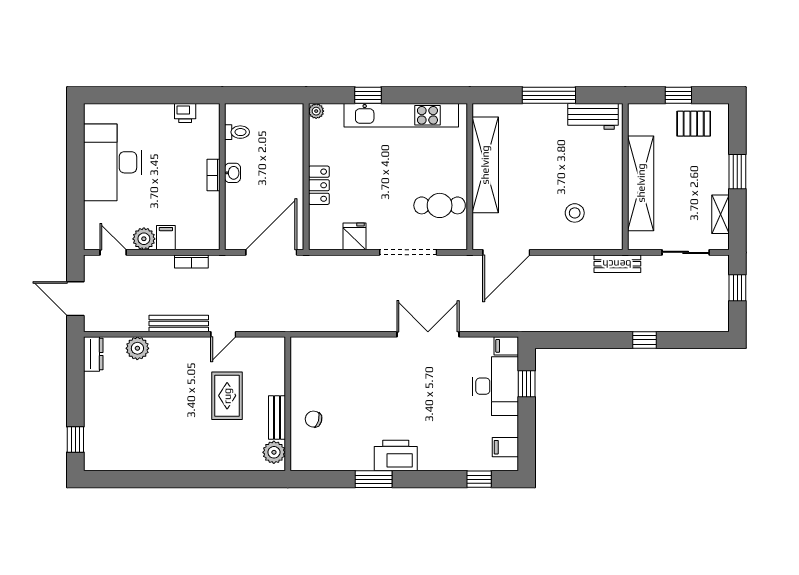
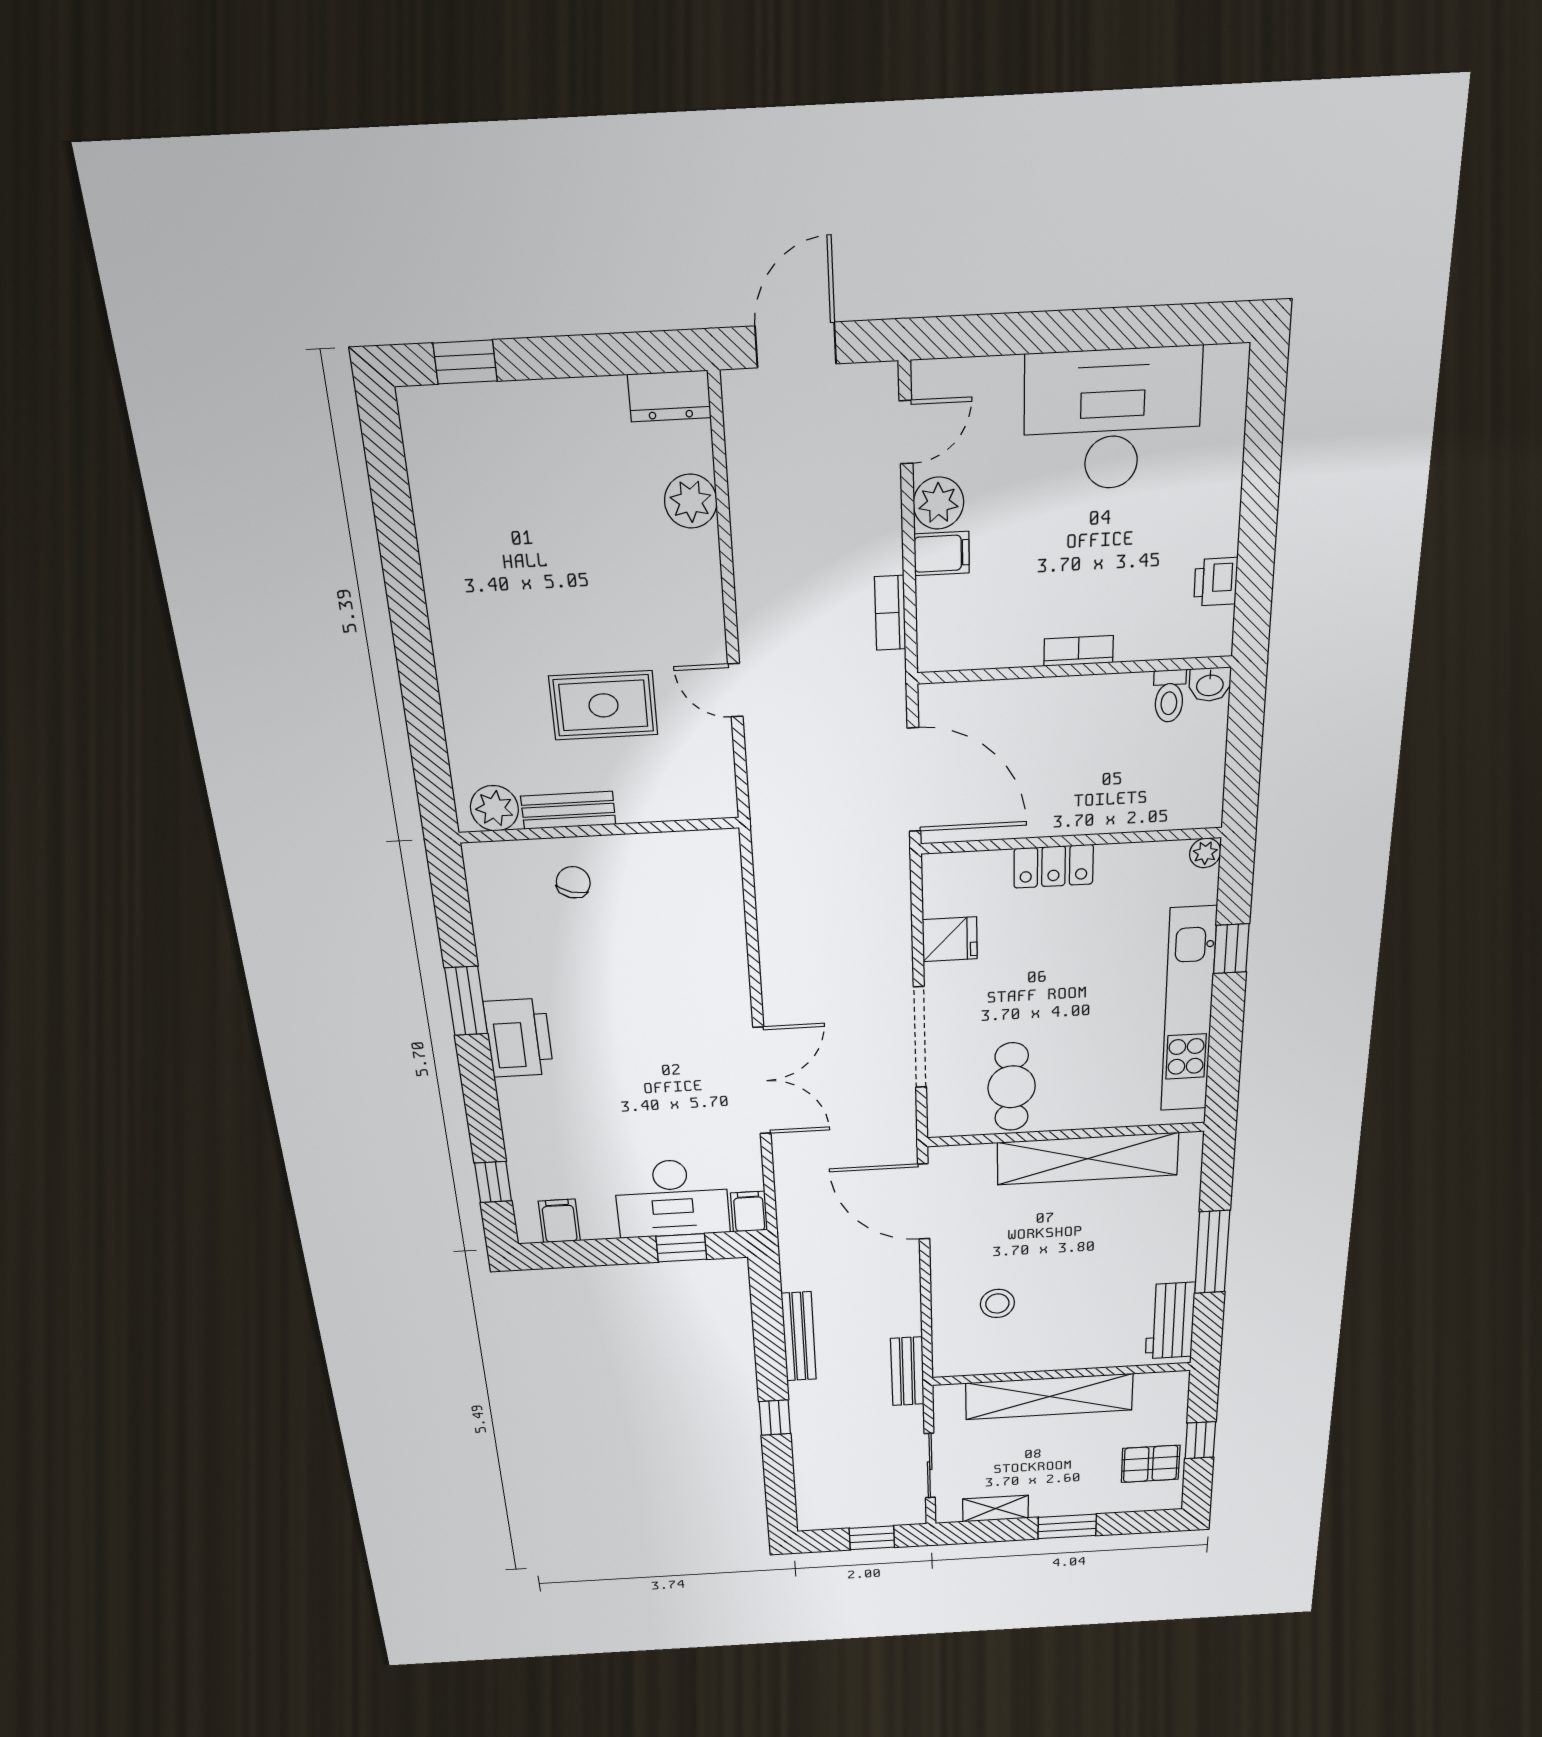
pallet: (694, 124) -> (1151, 1464), turned 90
washbasin: (233, 173) -> (1210, 684), moved
bench: (179, 324) -> (799, 1337), moved

